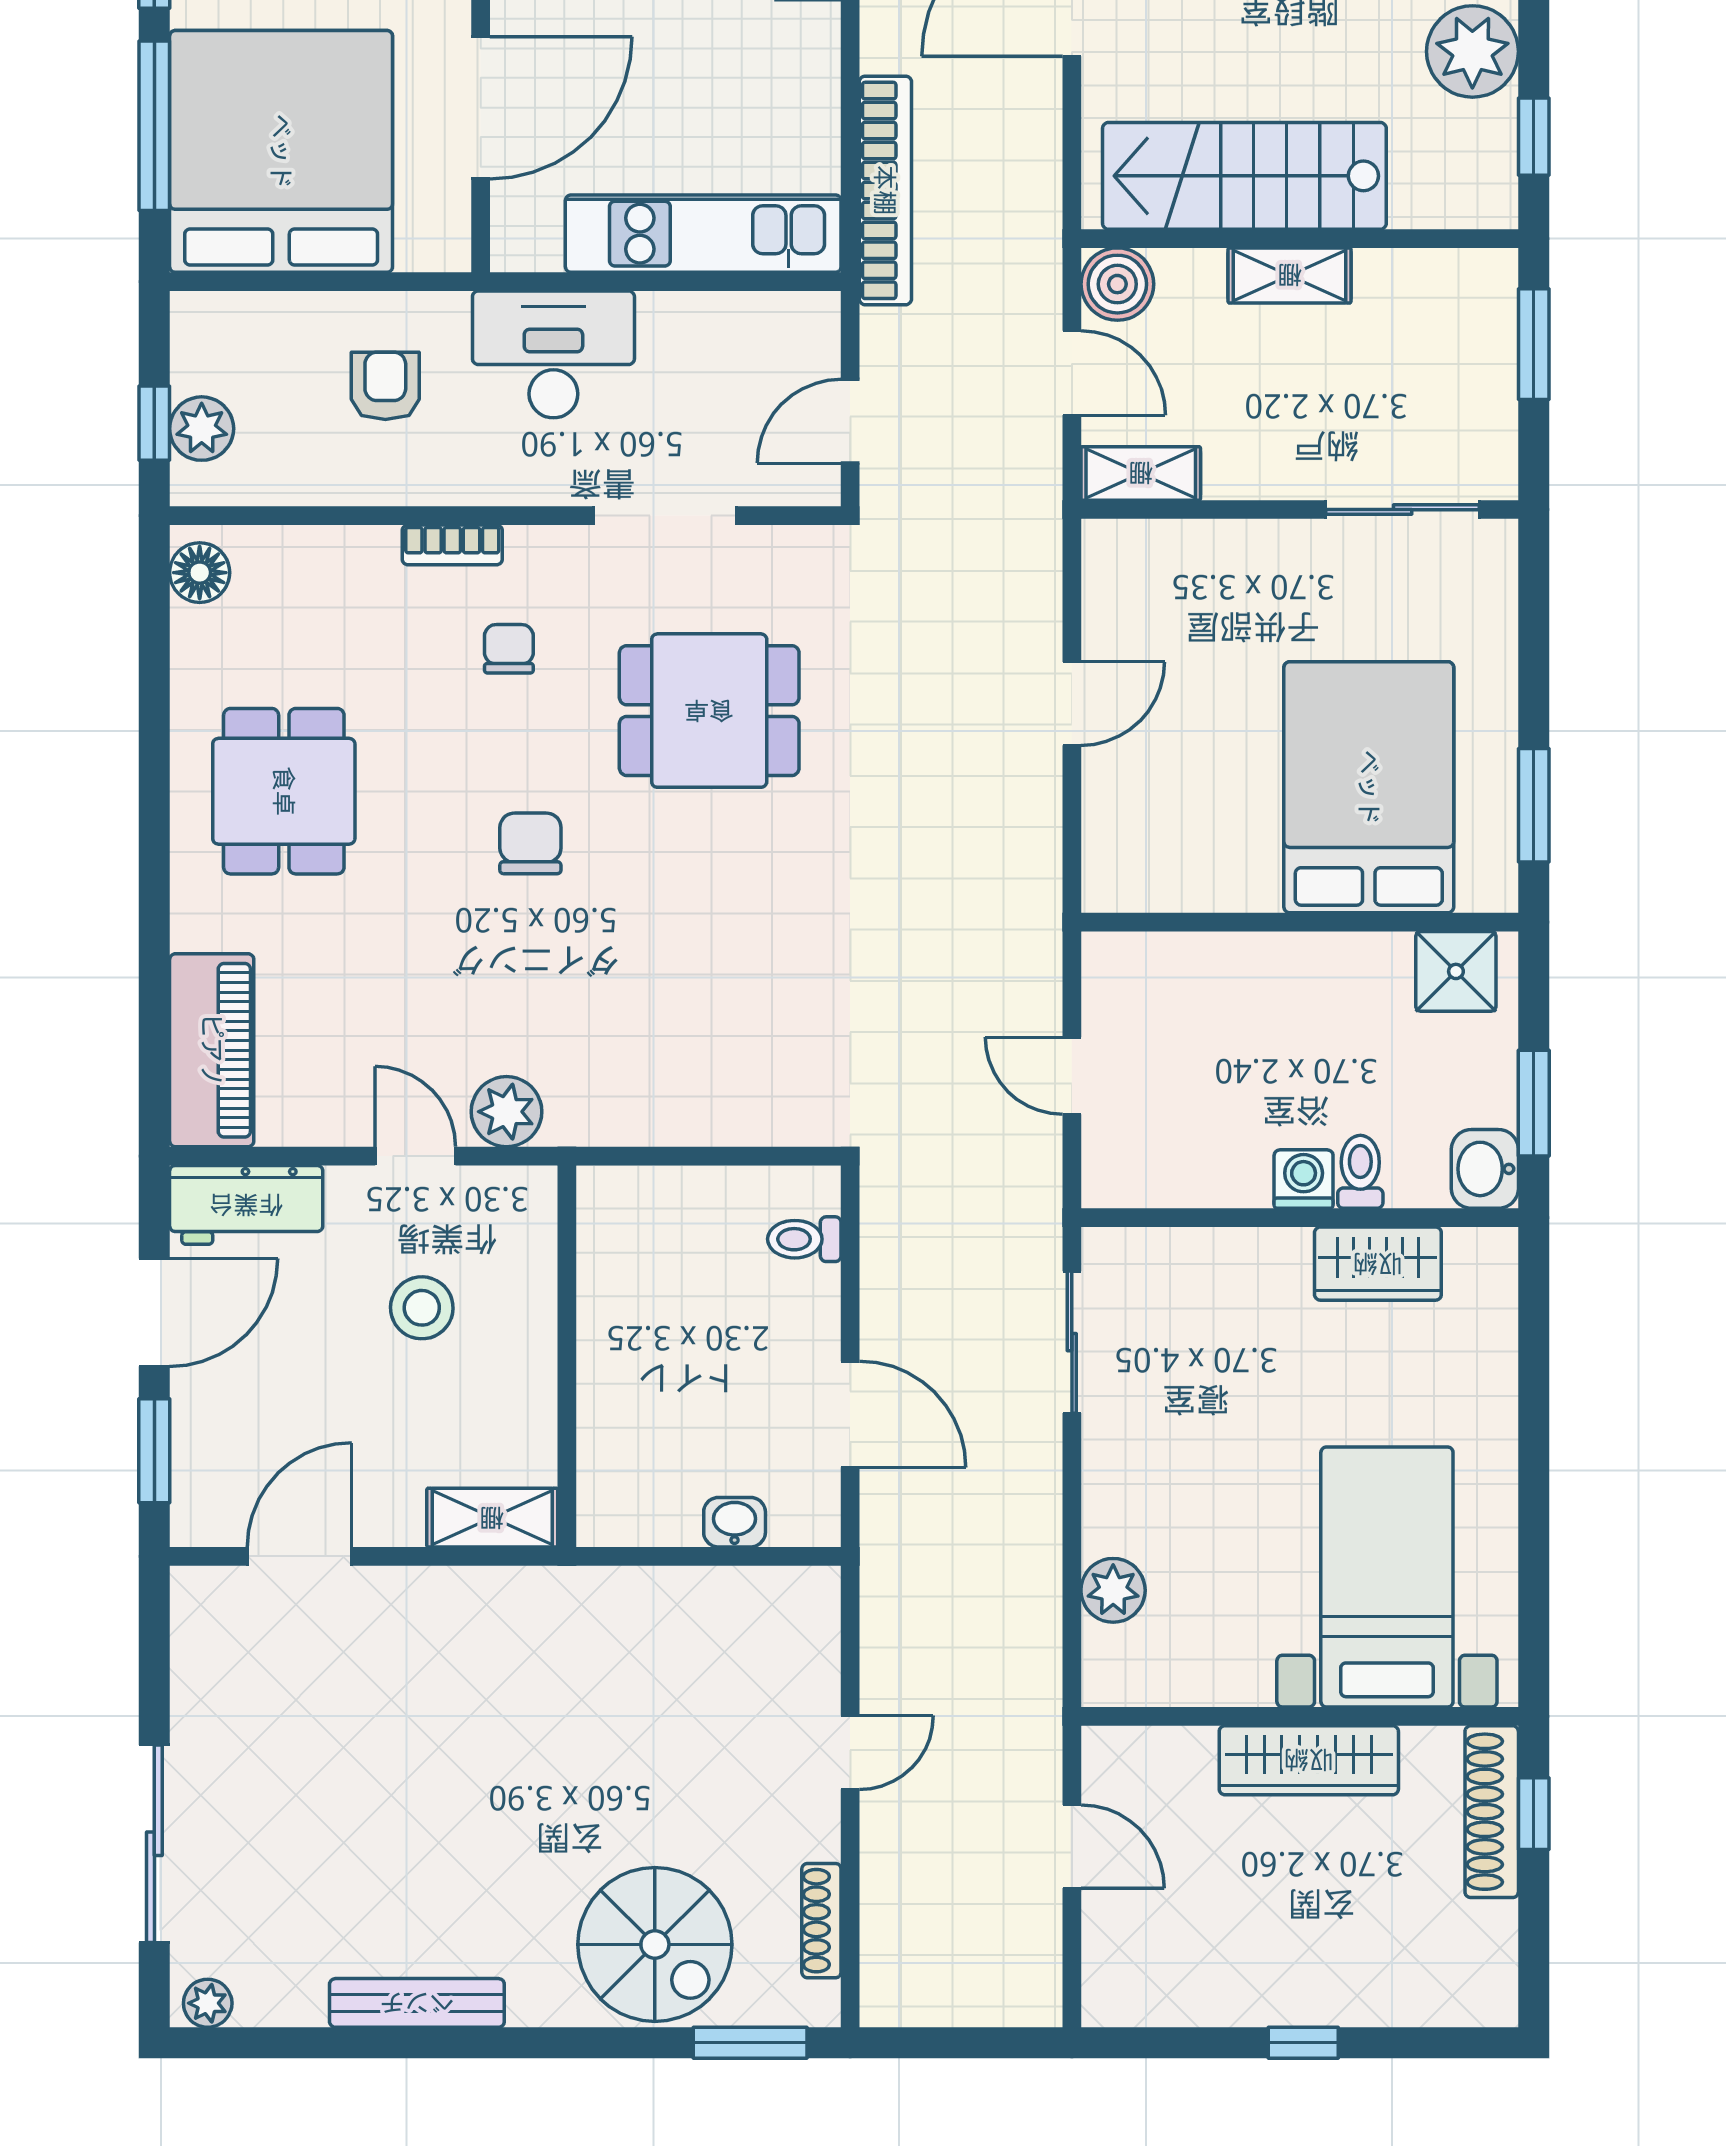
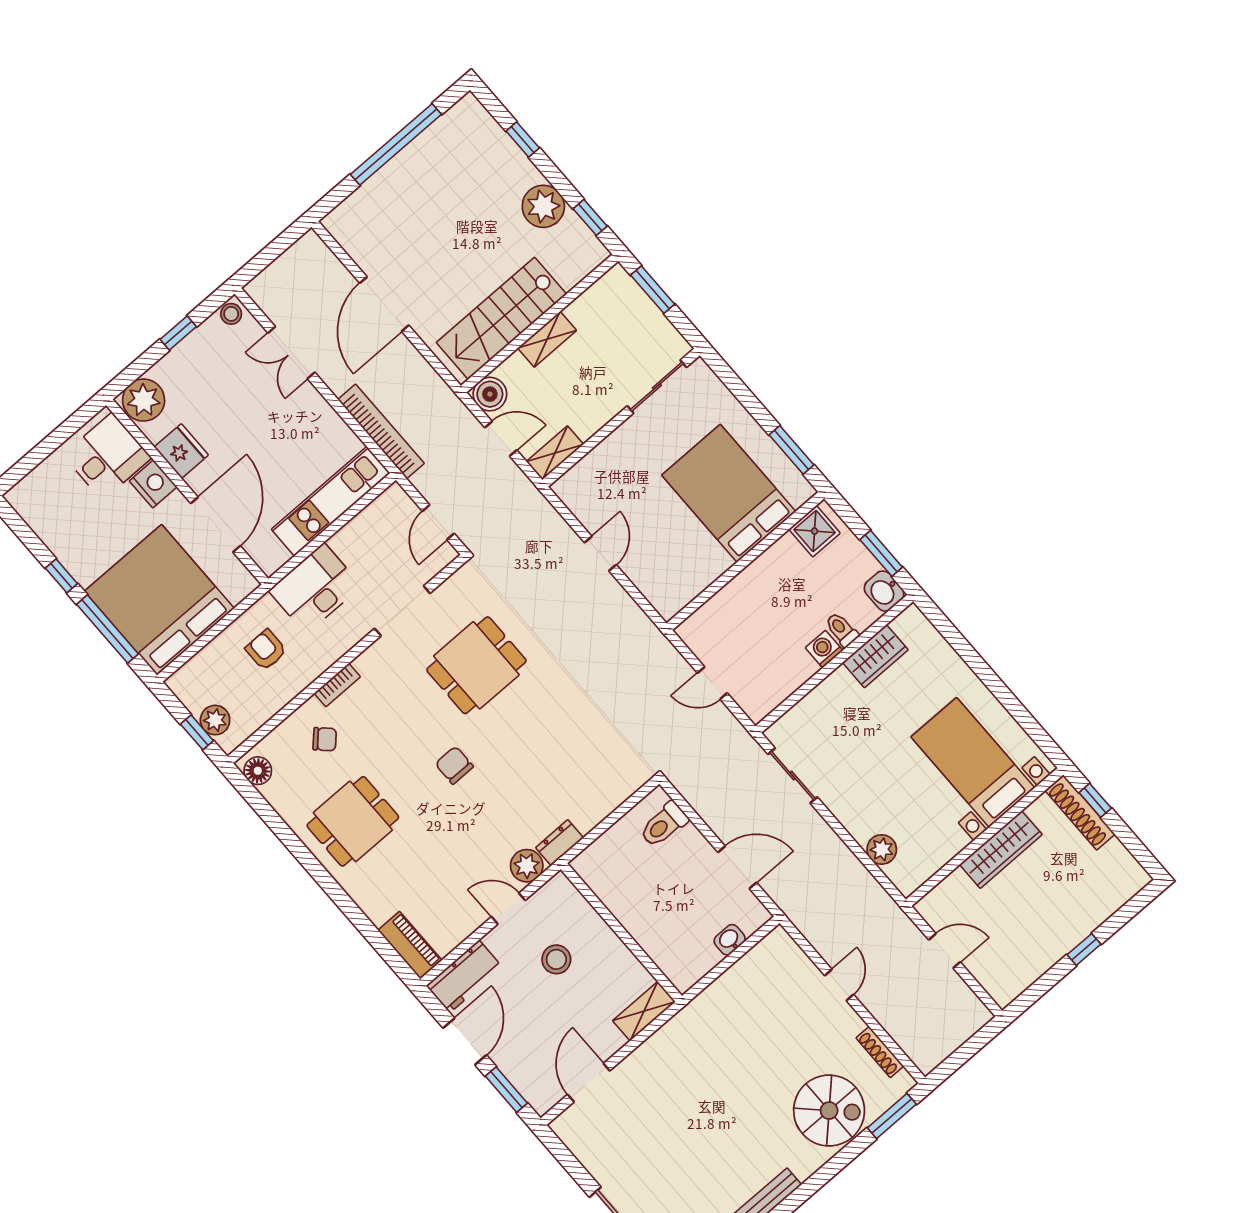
chair: (509, 649) -> (325, 739), moved, turned 134
dining table: (284, 791) -> (353, 821), turned 90
piano: (212, 1050) -> (410, 945), width x0.73, depth x0.75
dresser: (593, 1121) -> (560, 843), added
toilet: (804, 1239) -> (664, 825), width x1.37, depth x1.39

